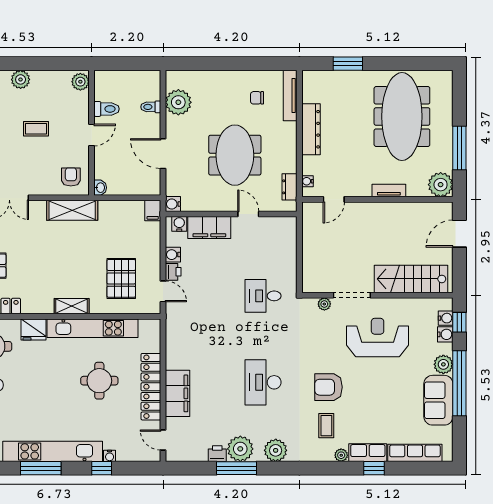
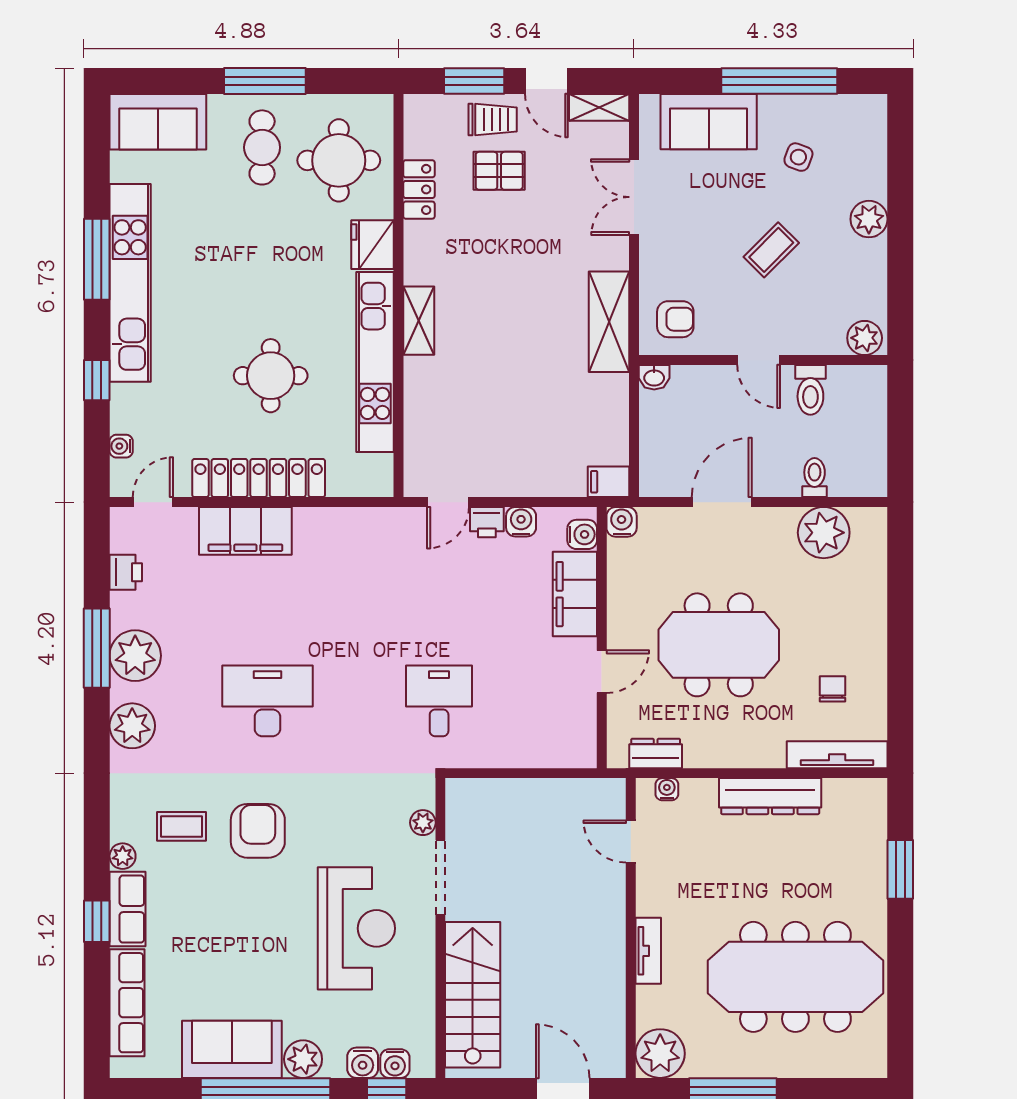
coffee table: (36, 129) -> (771, 250), turned 45
pallet: (121, 278) -> (474, 419), removed
printer: (217, 454) -> (126, 572), moved
water cooler: (110, 456) -> (121, 446), moved

